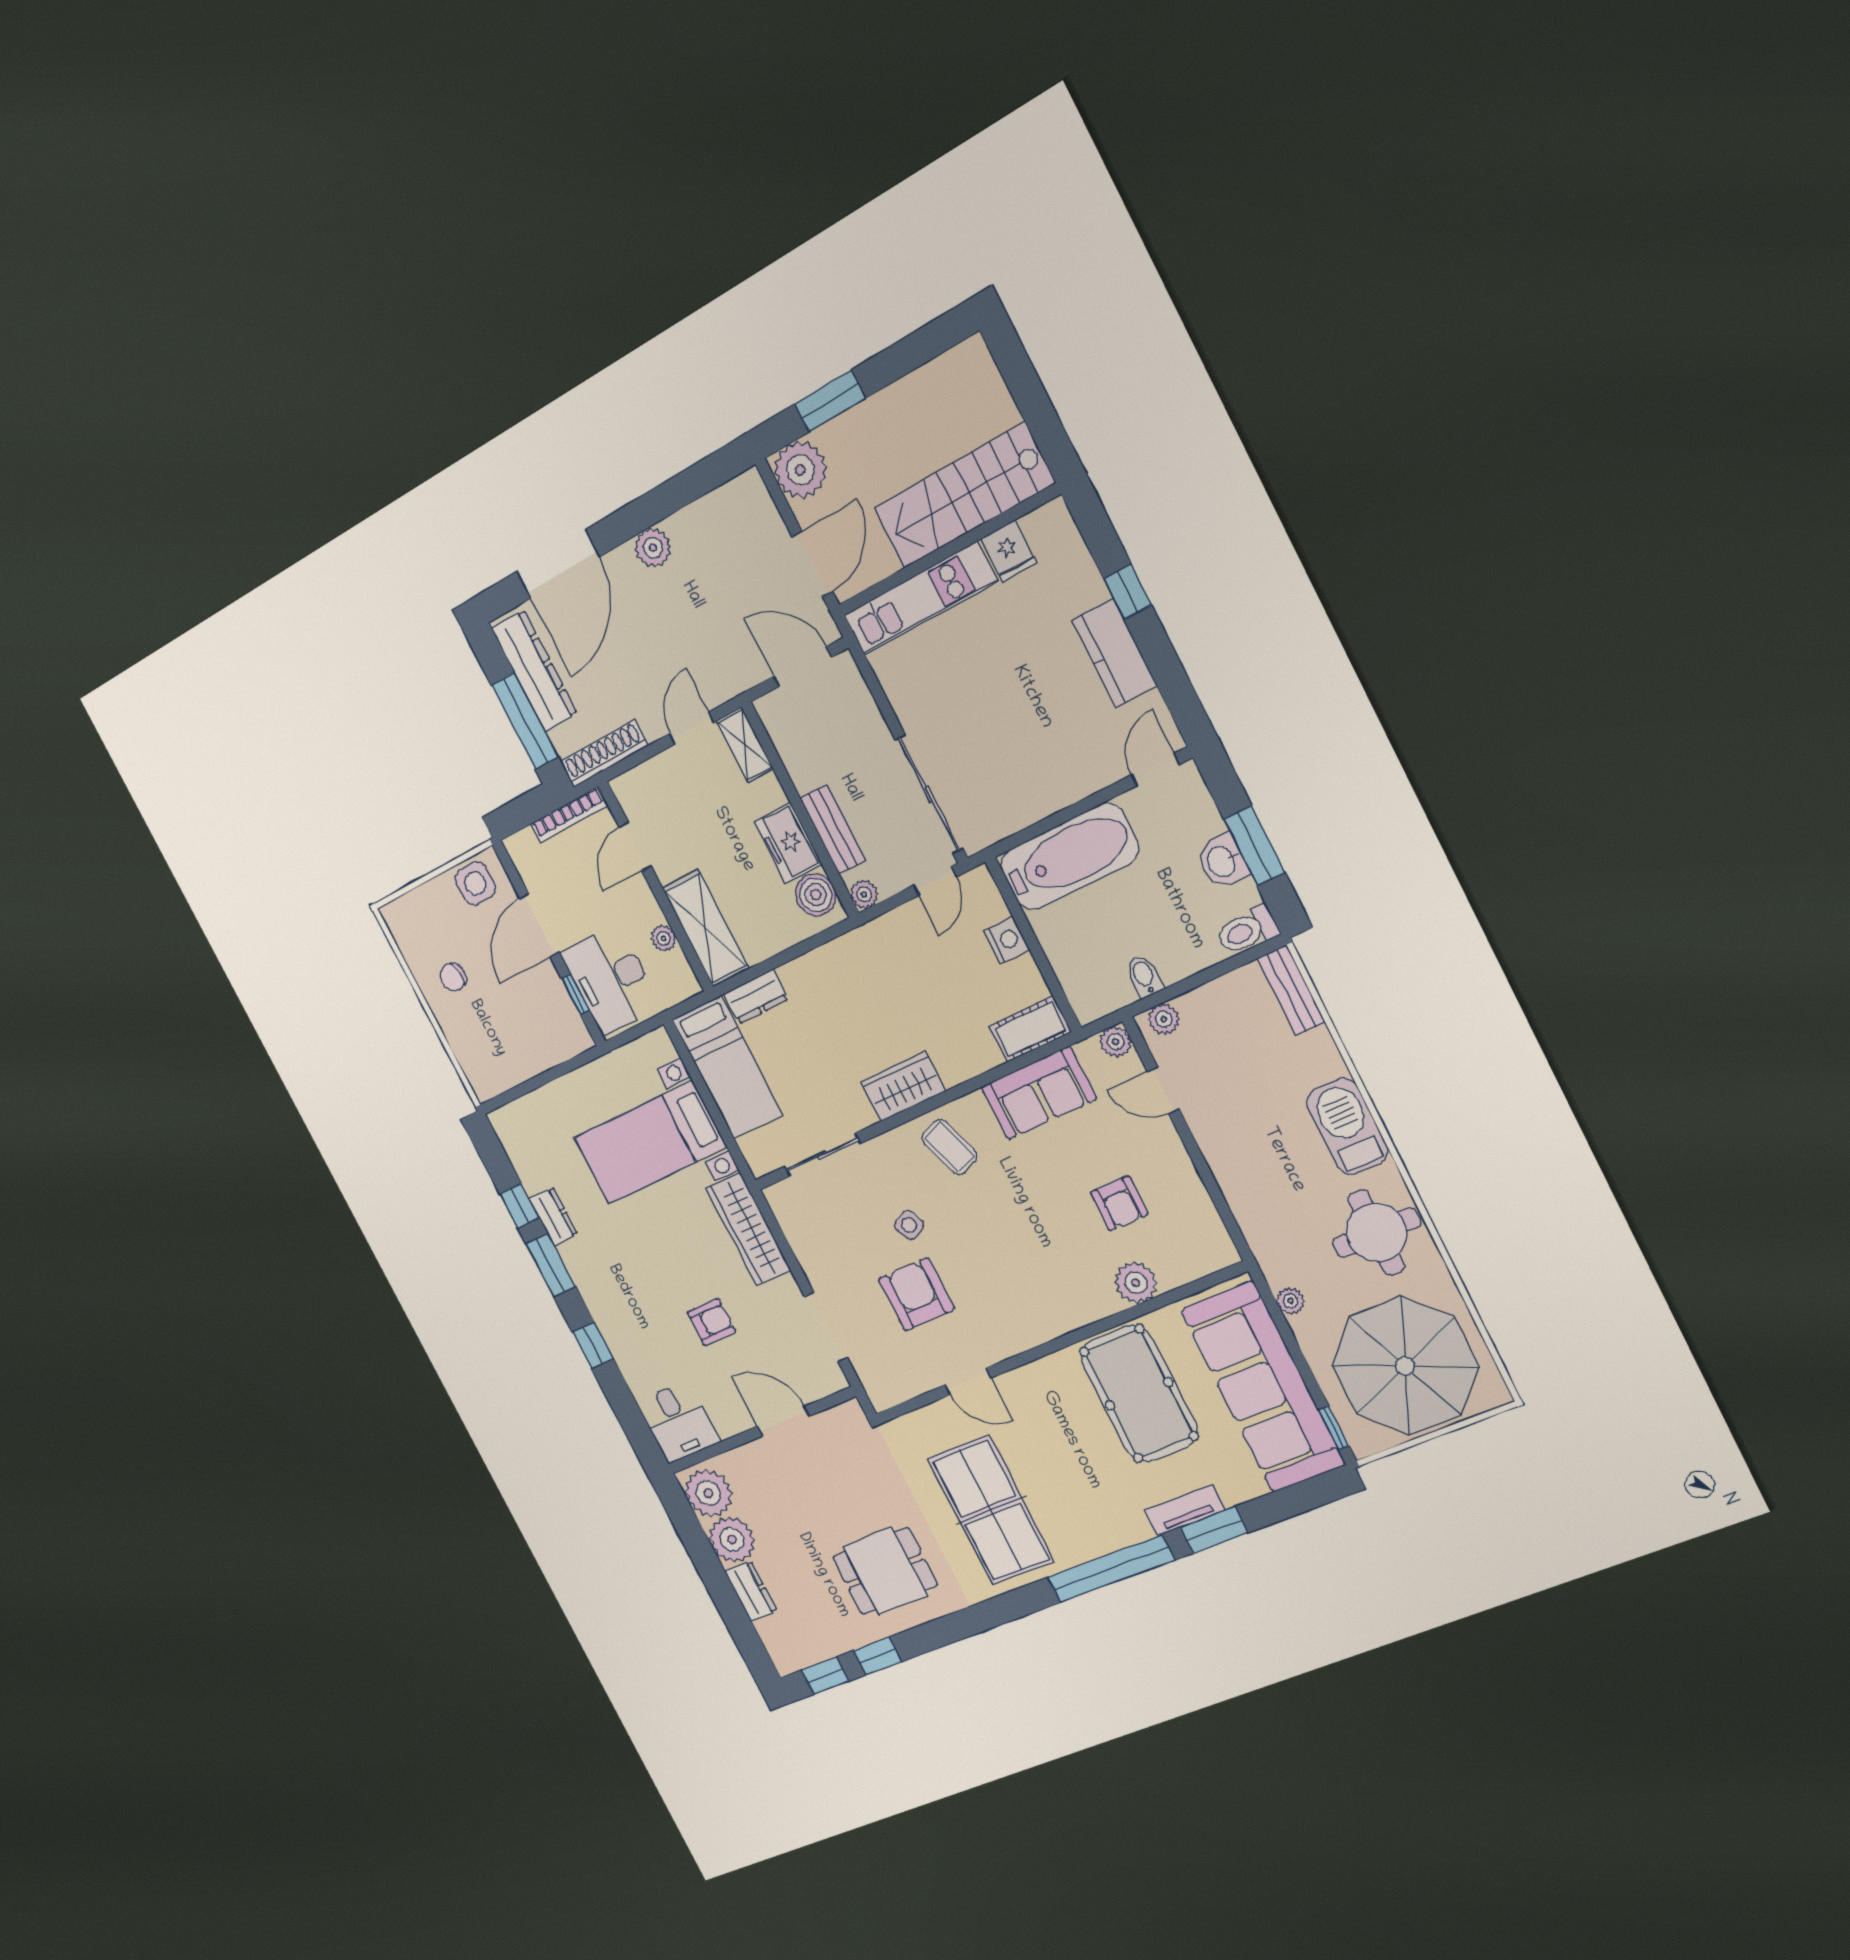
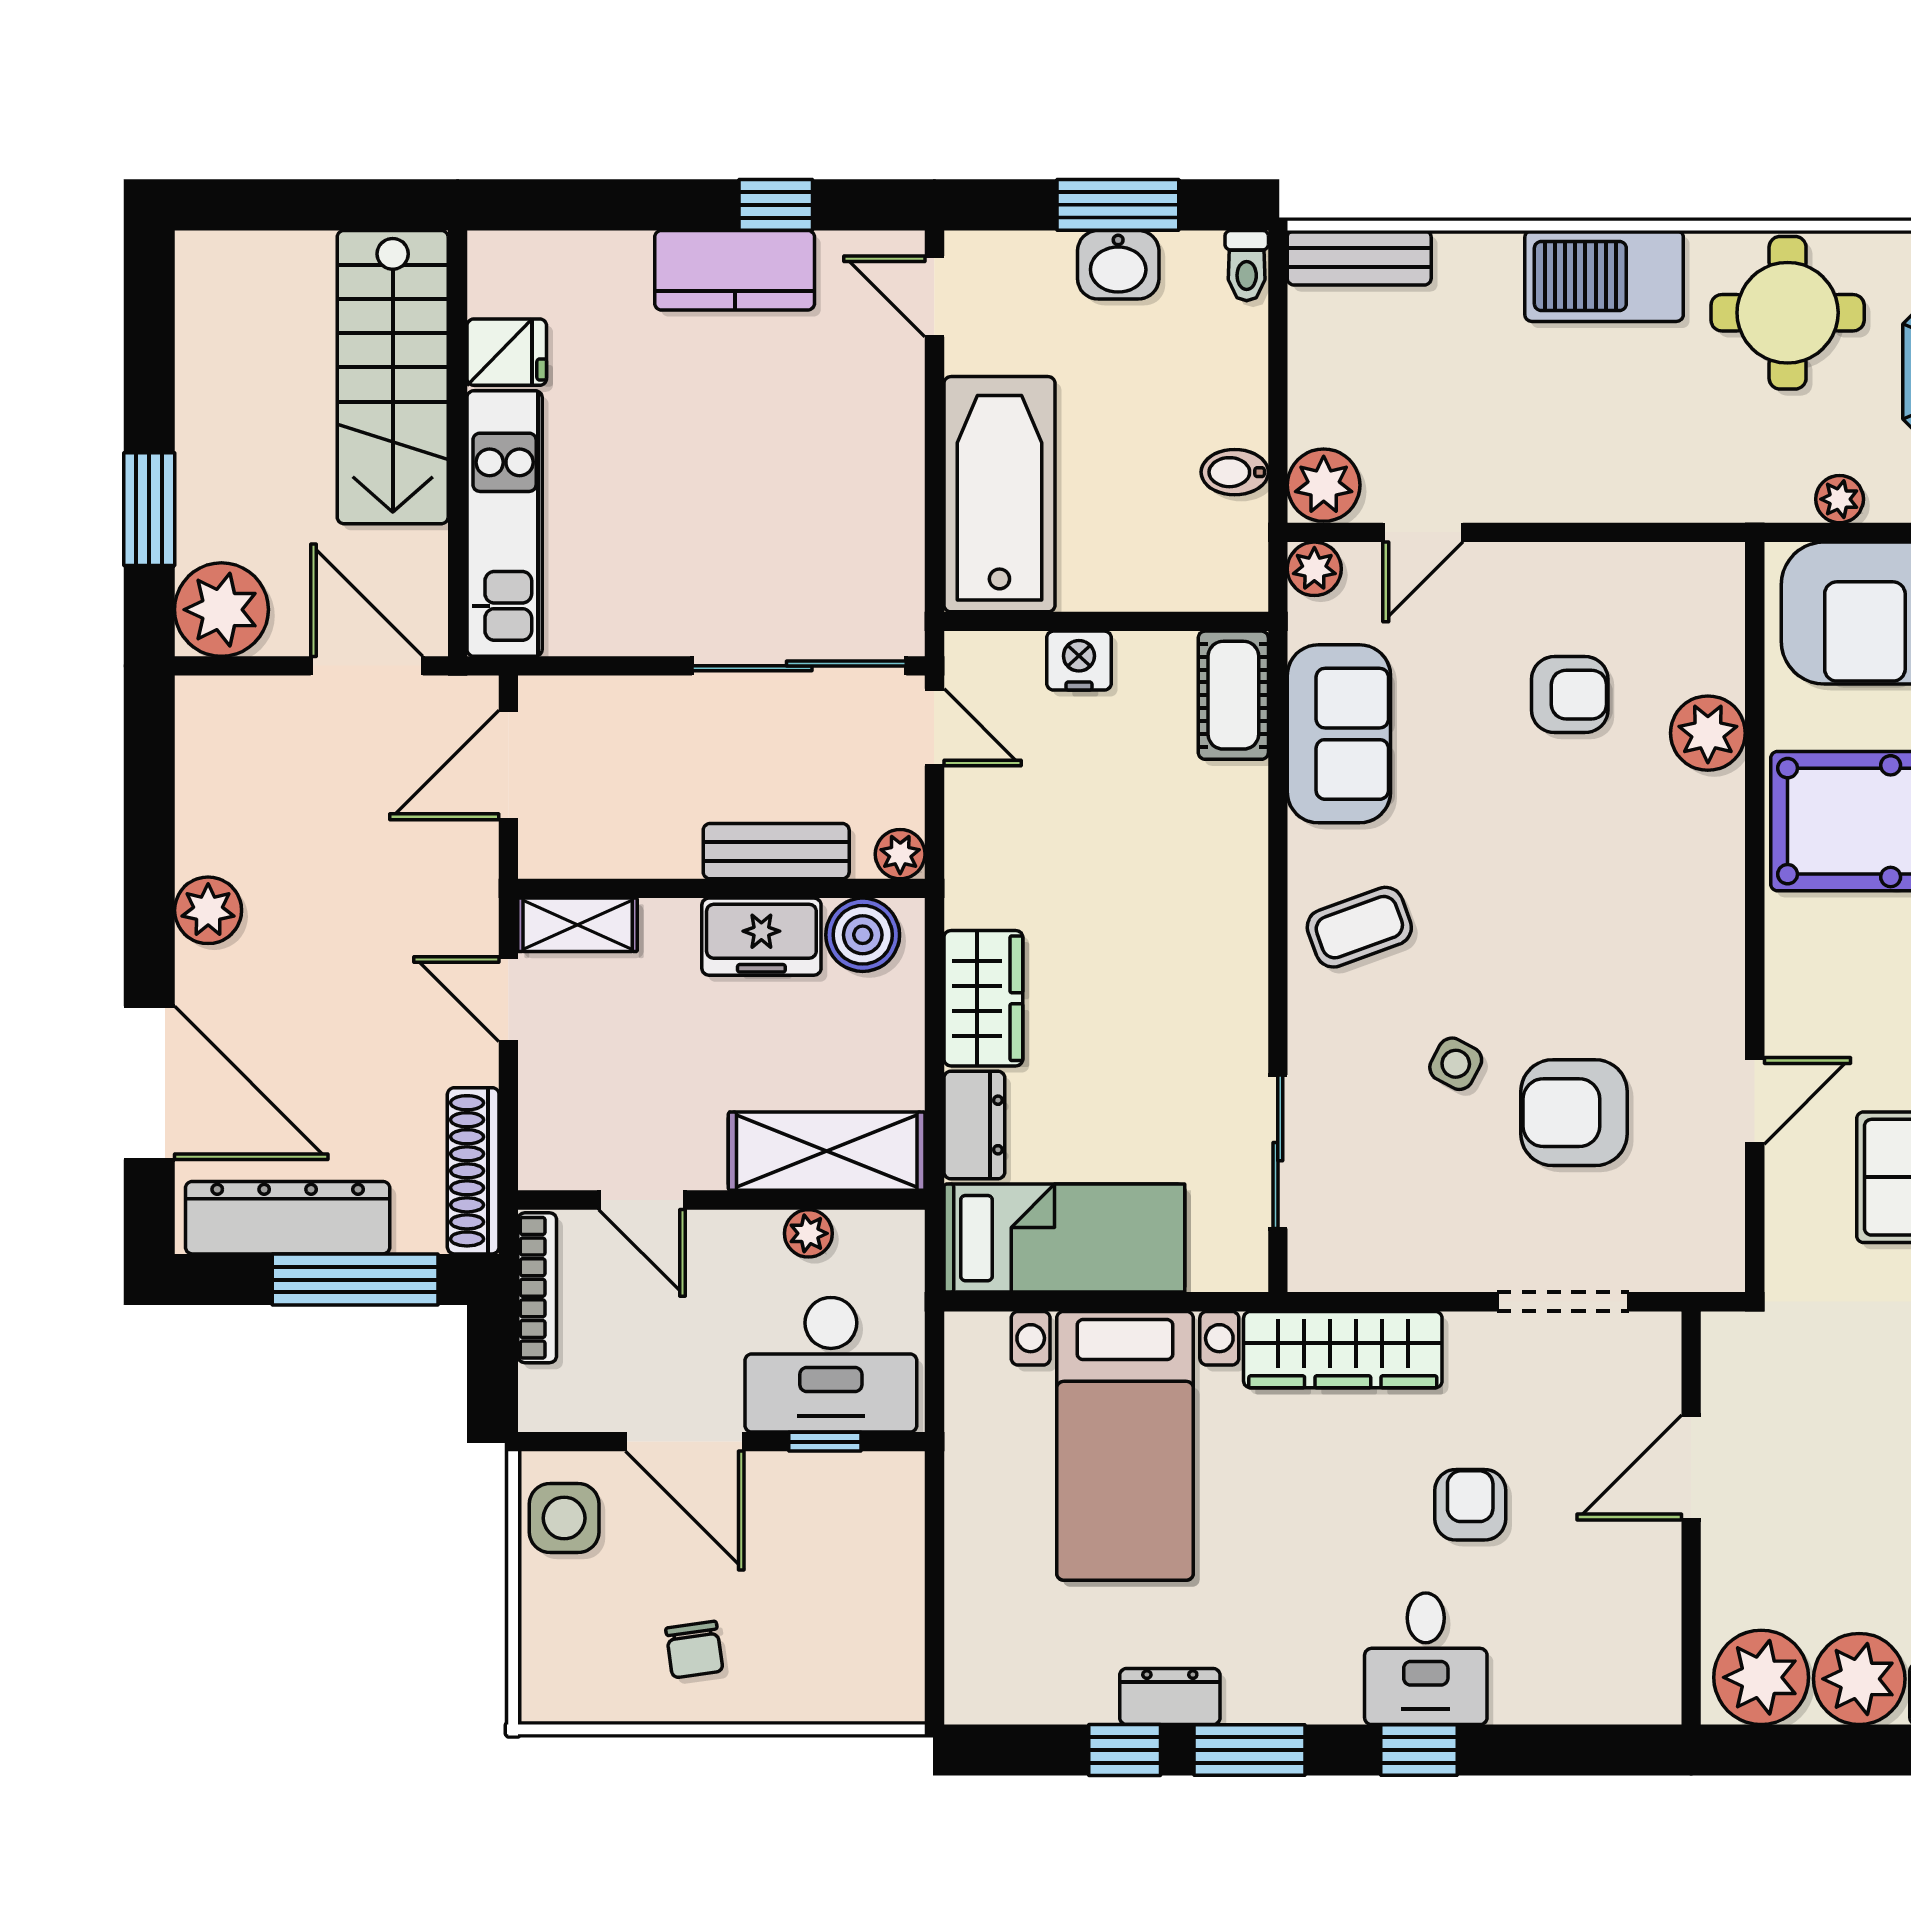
window: (1128, 592) -> (776, 205), moved
toilet: (1247, 930) -> (1247, 266), width x0.73, depth x0.72
plant: (1164, 1019) -> (1324, 485), width x1.38, depth x1.38
wardrobe: (903, 1086) -> (983, 998), moved, turned 180
side table: (909, 1225) -> (1456, 1064), turned -36
desk: (678, 1422) -> (1426, 1659), moved, turned 90

